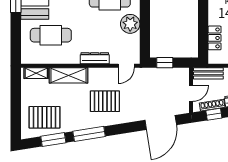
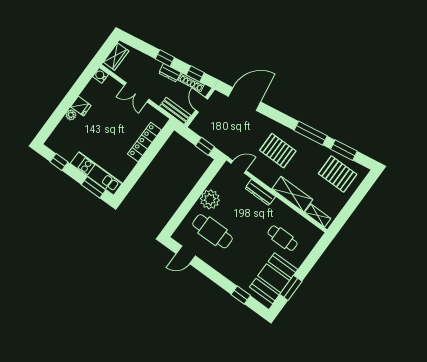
cafe table: (51, 35) -> (283, 238), width x0.73, depth x0.74
locker: (215, 38) -> (144, 142), width x1.53
door: (191, 93) -> (202, 105), hinge flipped

